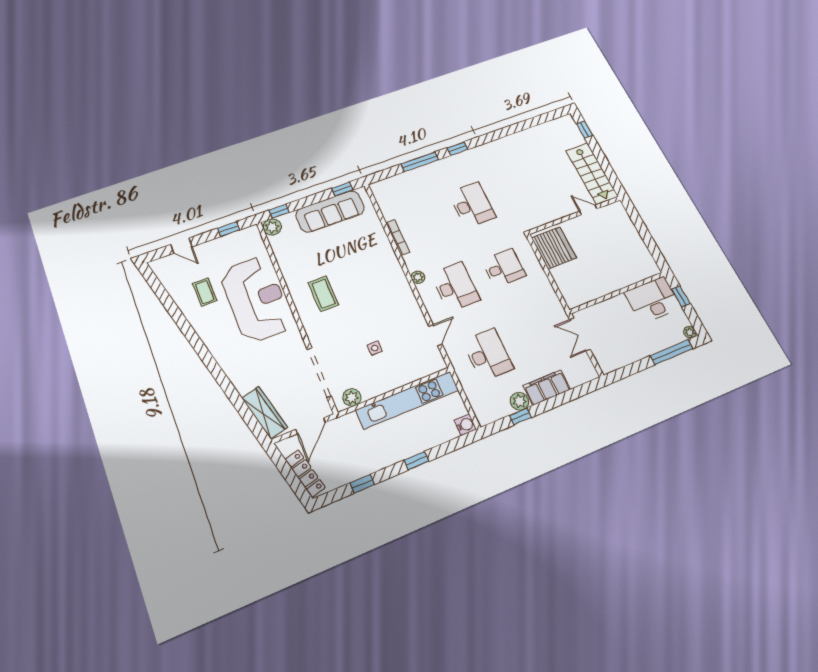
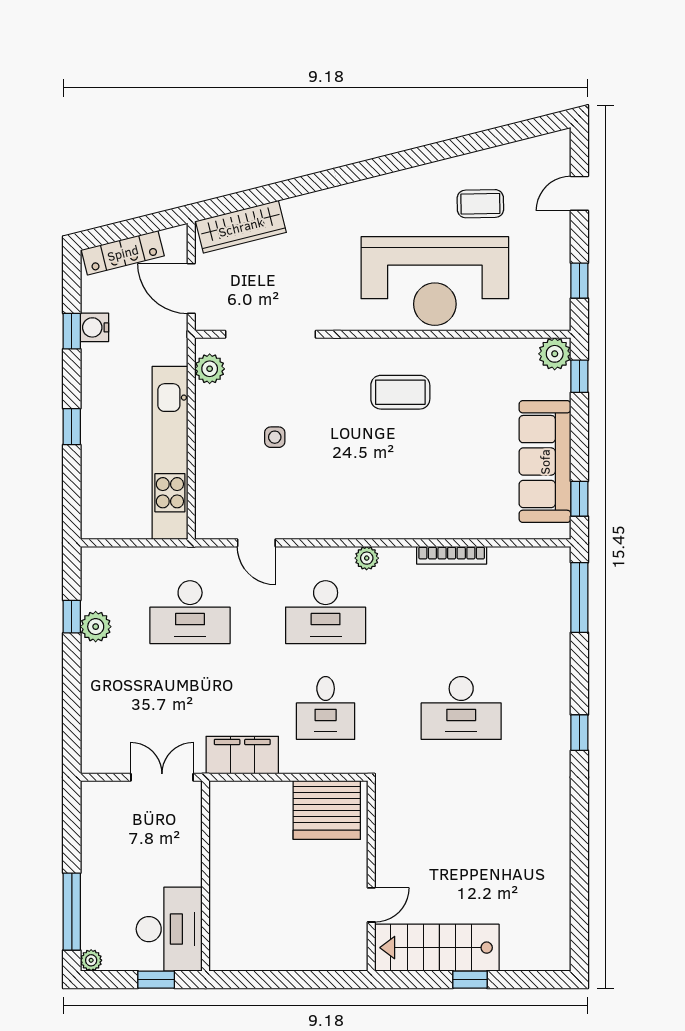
window: (585, 130) -> (470, 980), moved
window: (420, 162) -> (579, 597), moved
filing cabinet: (547, 388) -> (242, 755), moved, turned -90
water cooler: (465, 425) -> (95, 327), moved, turned 90

